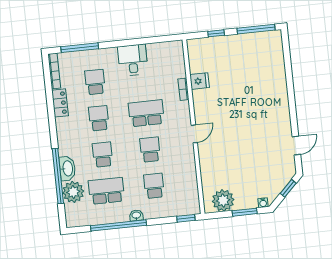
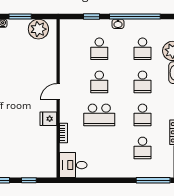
desk: (133, 60) -> (73, 165), moved, turned 90
fridge: (199, 81) -> (48, 119), moved
school desk: (106, 191) -> (143, 49), width x0.54
window: (186, 218) -> (92, 17), moved

